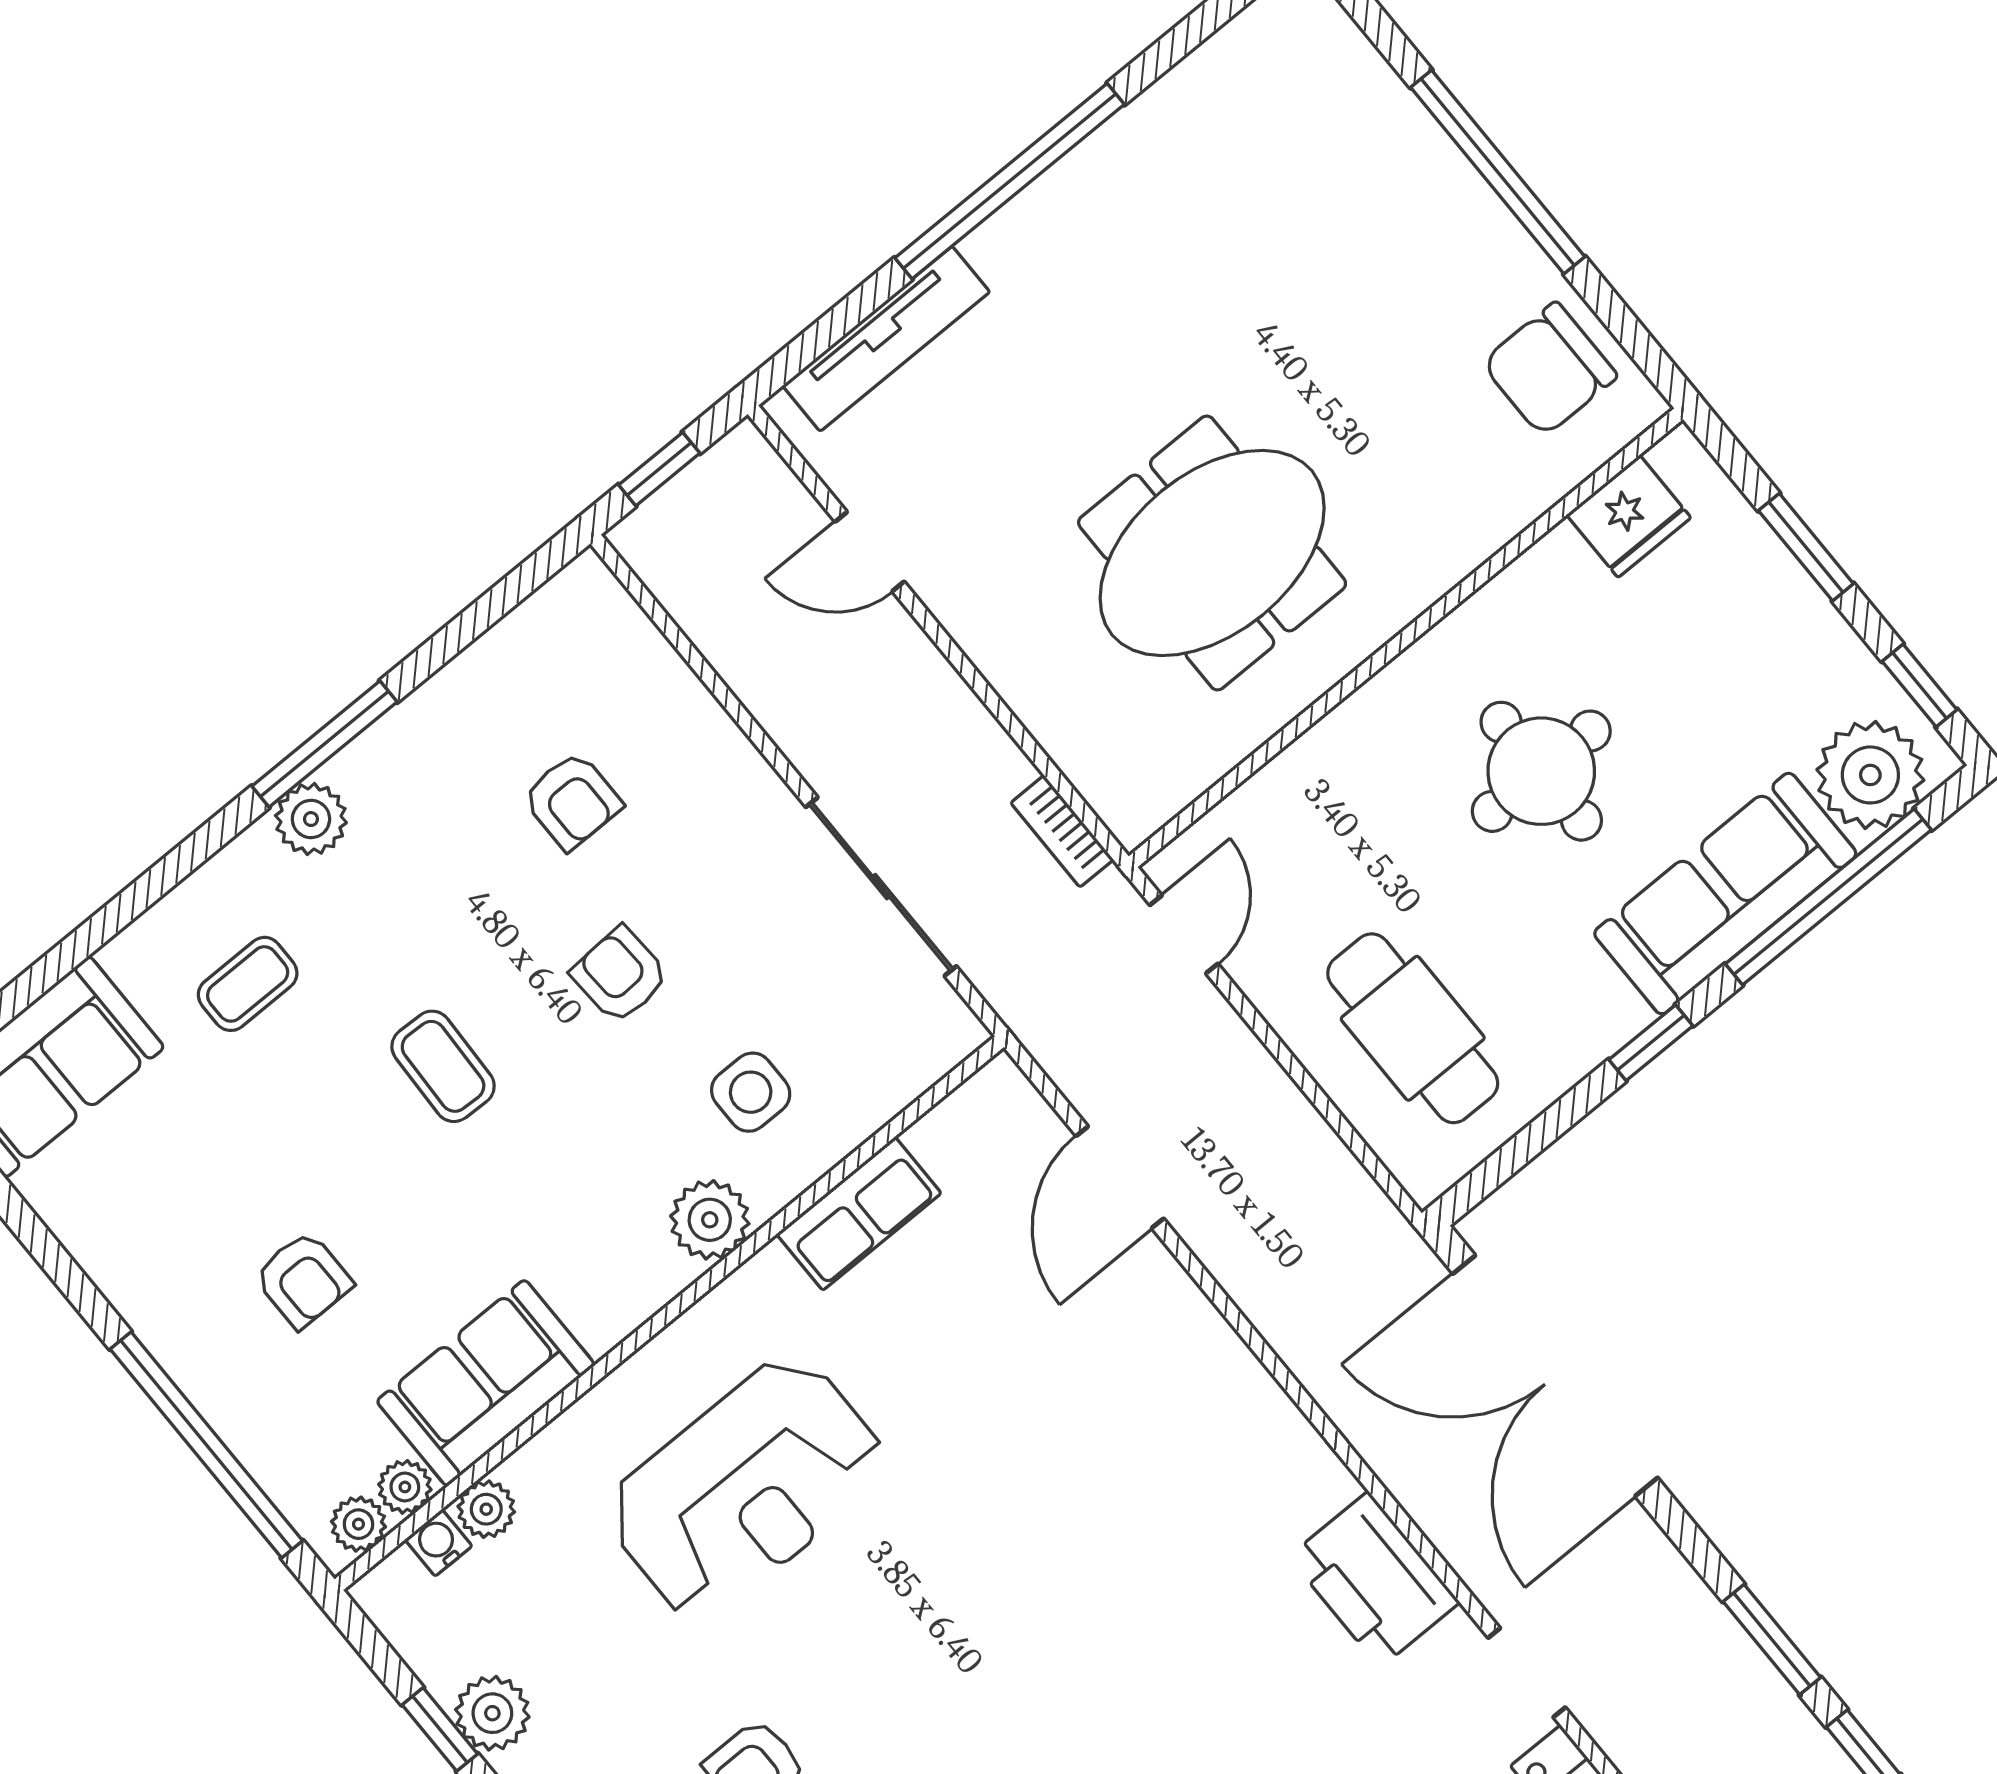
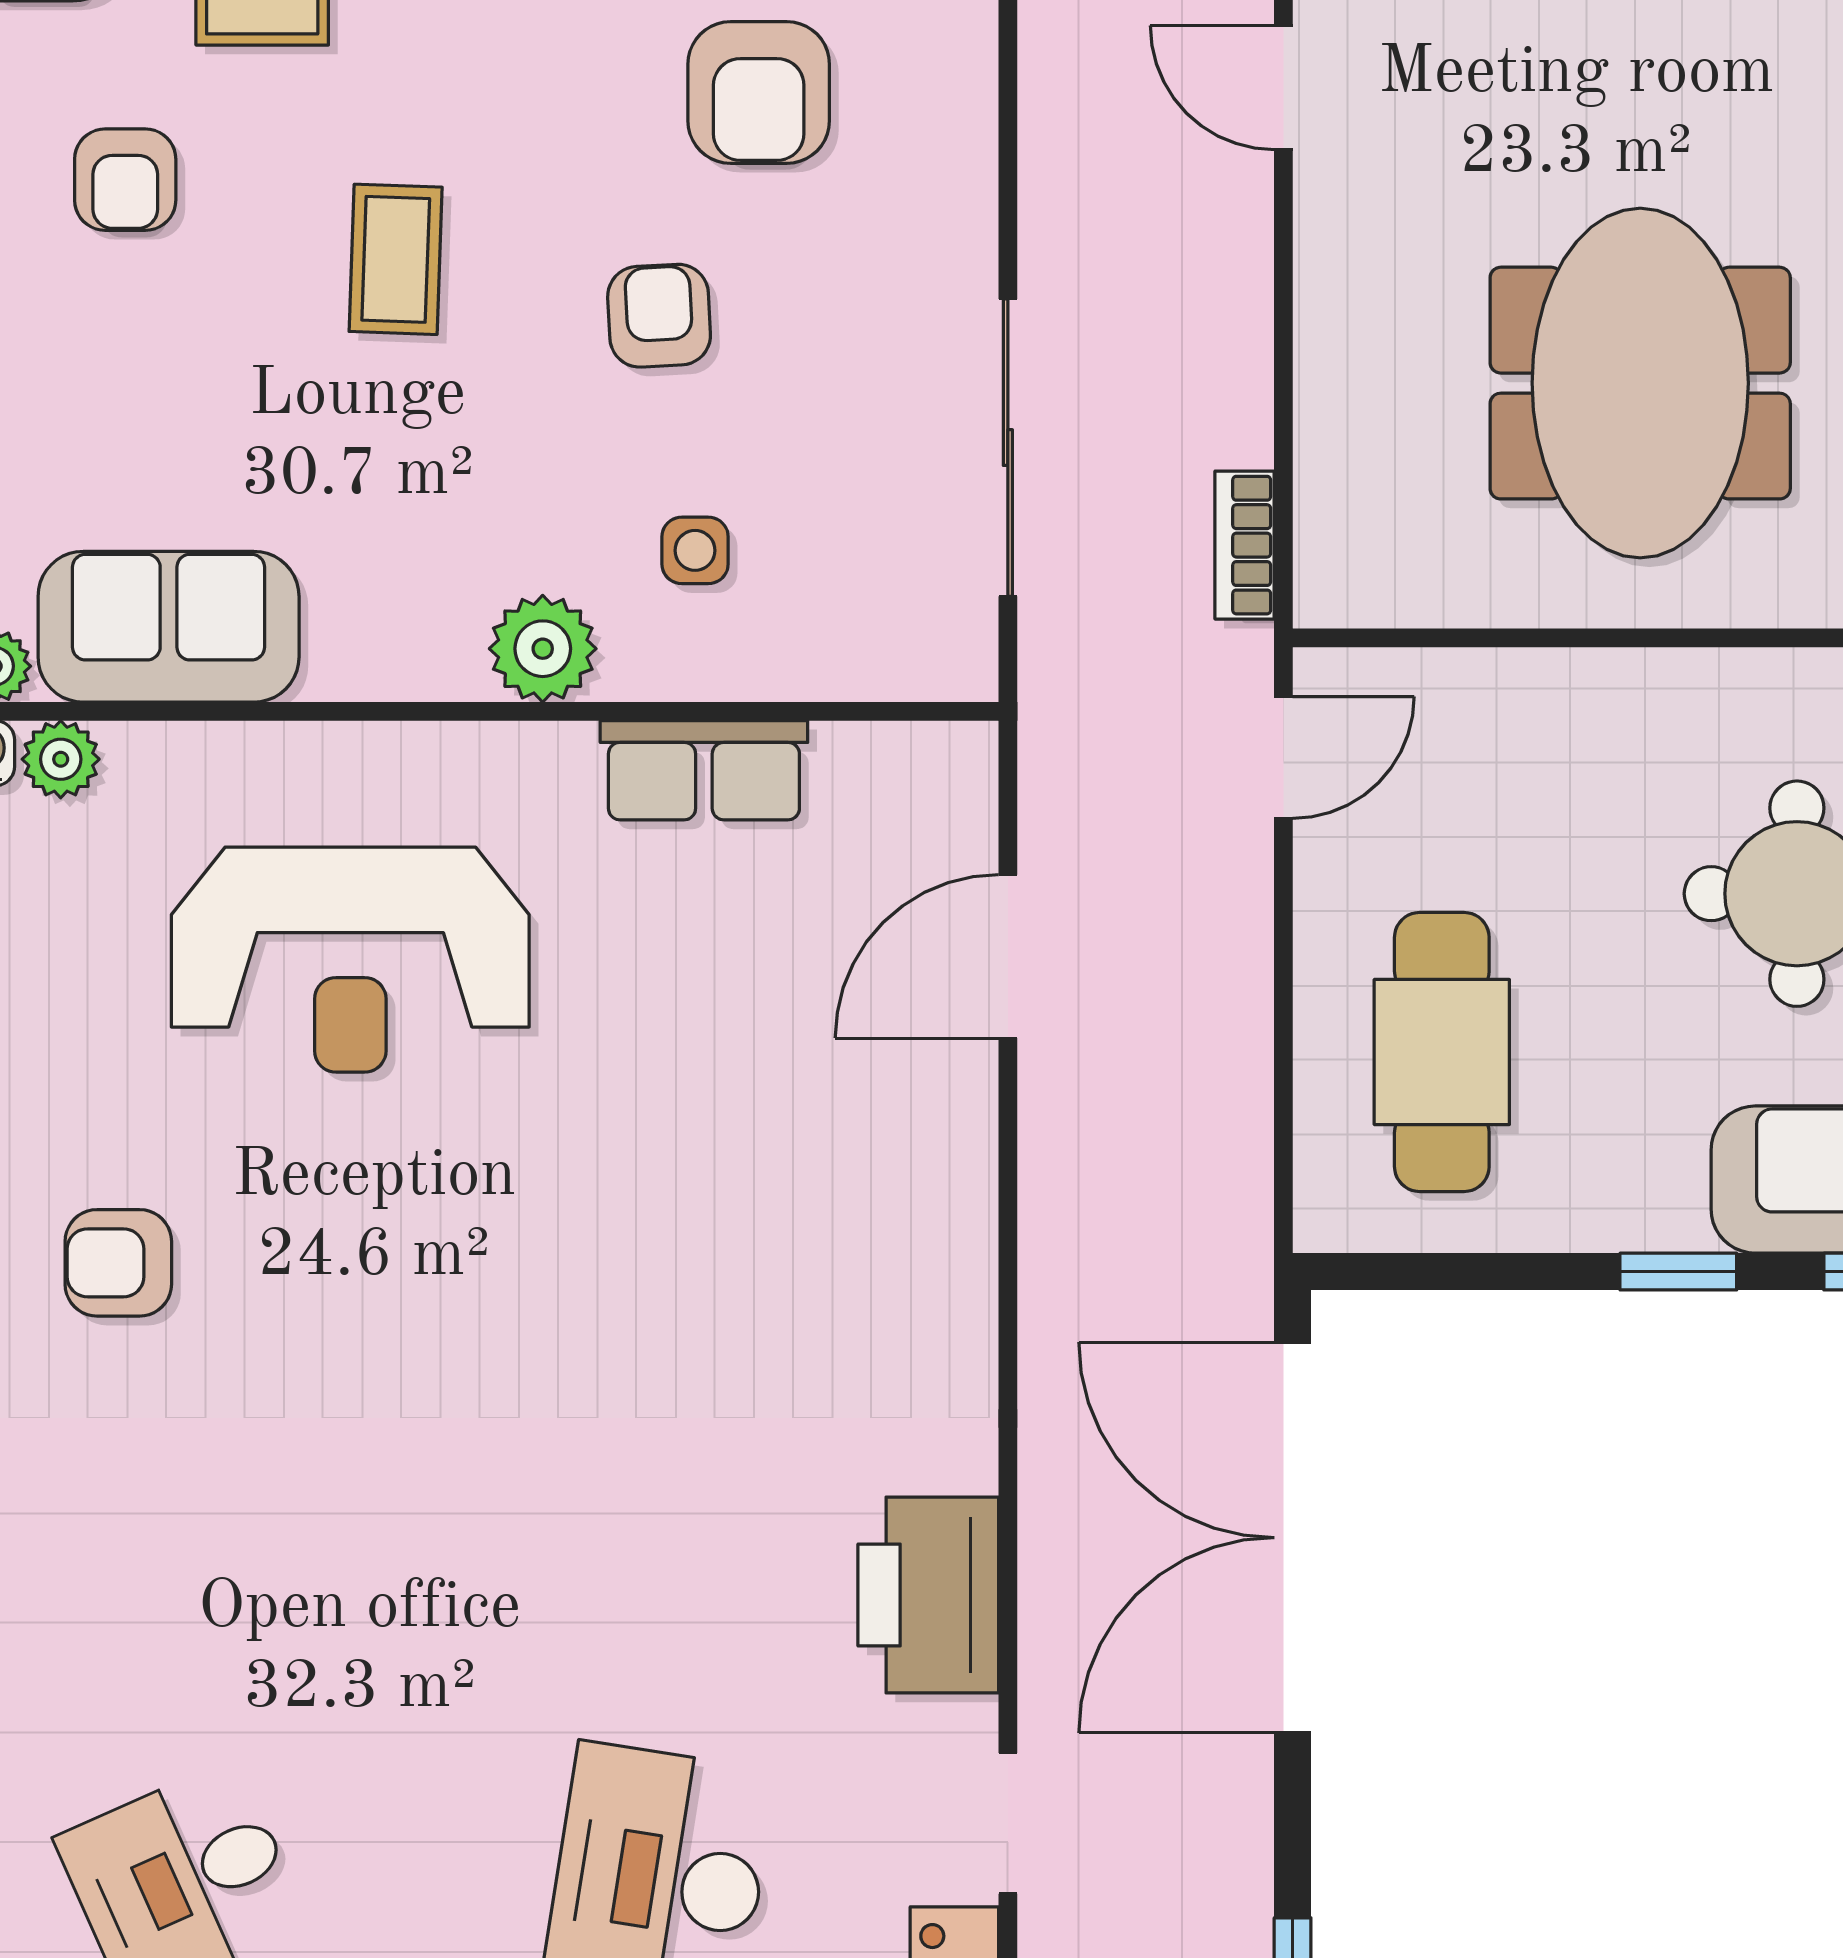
meeting table: (1212, 553) -> (1640, 383), turned 90
armchair: (572, 801) -> (759, 93), width x1.38, depth x1.38
side table: (751, 1092) -> (695, 550), width x0.73, depth x0.73
armchair: (303, 1280) -> (125, 180), moved

